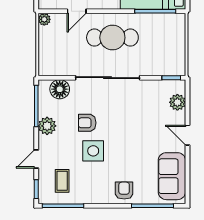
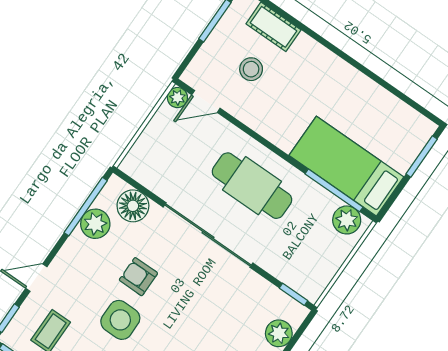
door: (77, 11) -> (206, 101), moved
plant: (172, 22) -> (347, 220), added
plant: (47, 126) -> (95, 224), moved

